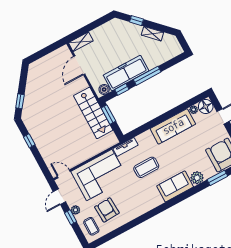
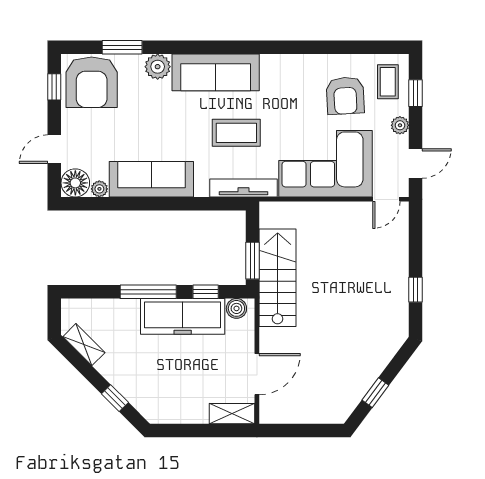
shelving: (152, 34) -> (84, 345), moved
window: (20, 101) -> (375, 393), moved
tv unit: (126, 147) -> (244, 188), width x1.41
door: (64, 174) -> (386, 199), hinge flipped
sofa: (175, 186) -> (216, 72), width x1.36
window: (71, 217) -> (415, 93), moved

